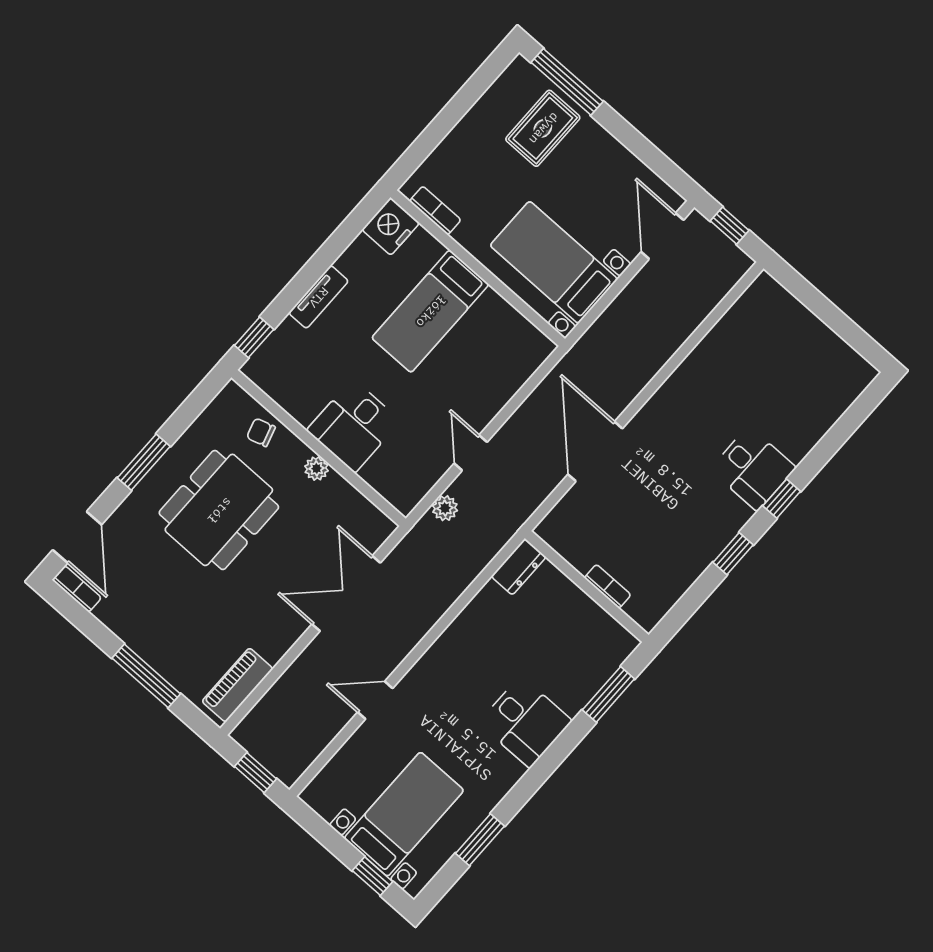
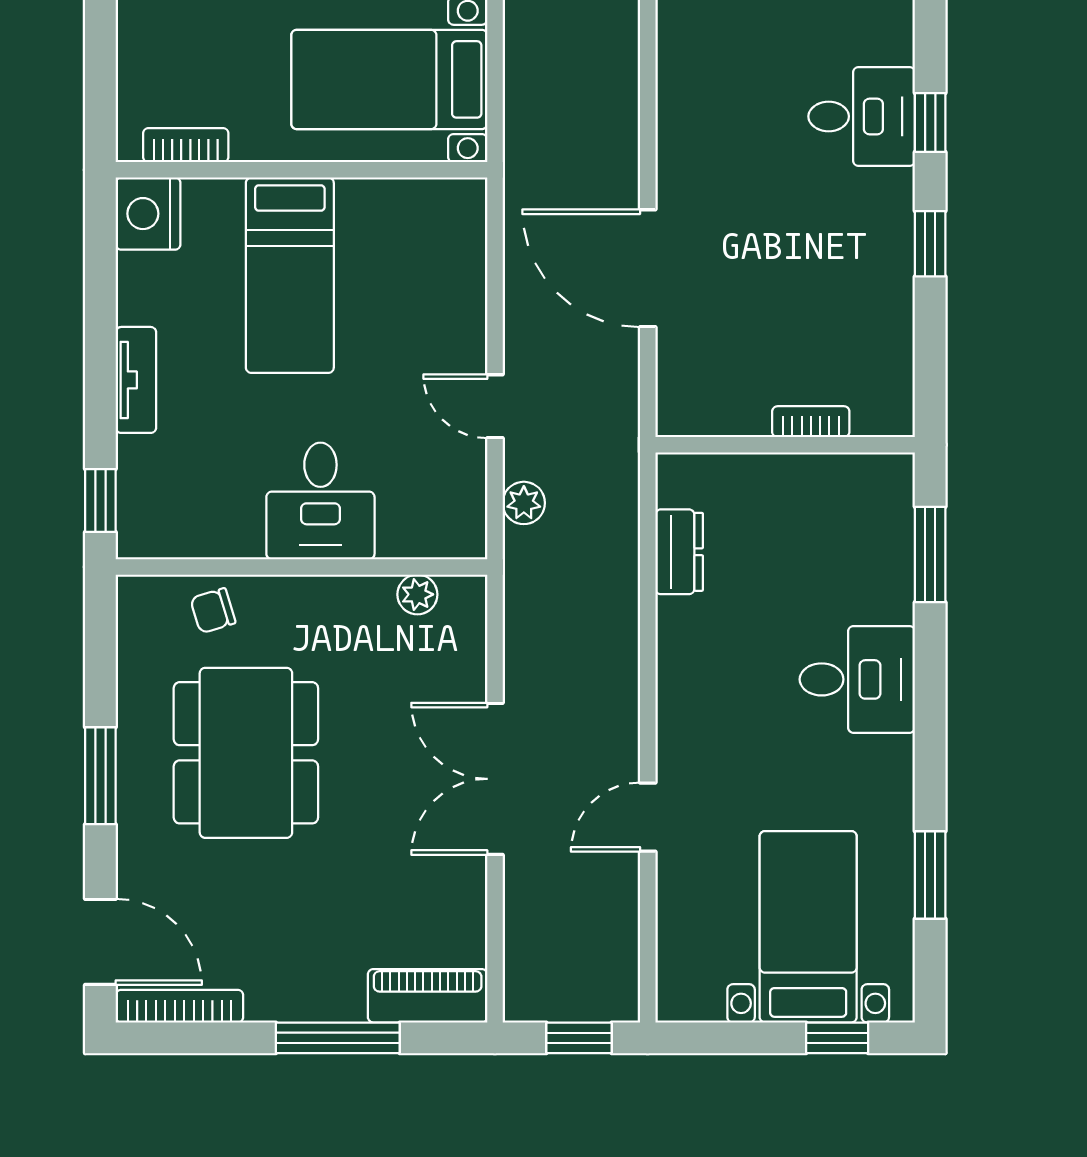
plant: (317, 468) -> (417, 594), moved
dresser: (519, 567) -> (679, 552), moved
bookcase: (77, 589) -> (179, 1006), width x1.56
double door: (346, 593) -> (495, 779), moved
piano: (237, 685) -> (428, 996), moved, turned 90

